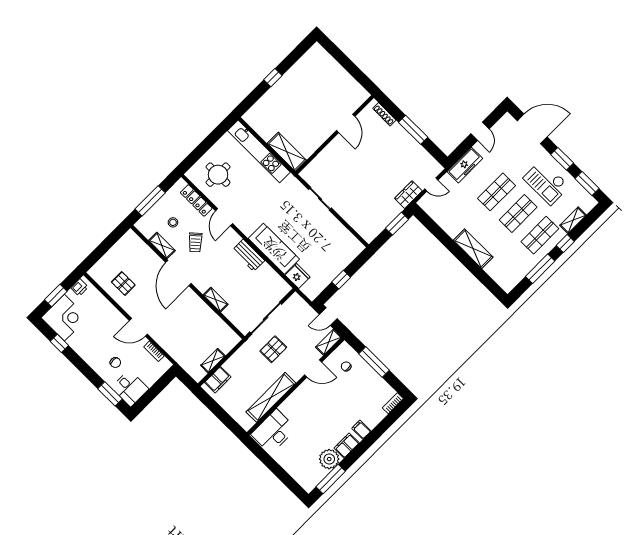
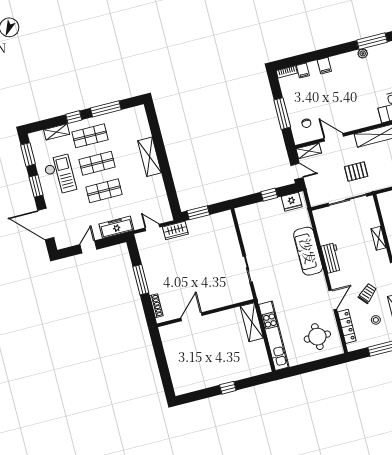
fridge: (298, 276) -> (292, 202), moved, turned -90
filing cabinet: (347, 446) -> (303, 71), moved, width x0.50
plant: (329, 459) -> (363, 53), width x0.53, depth x0.53

